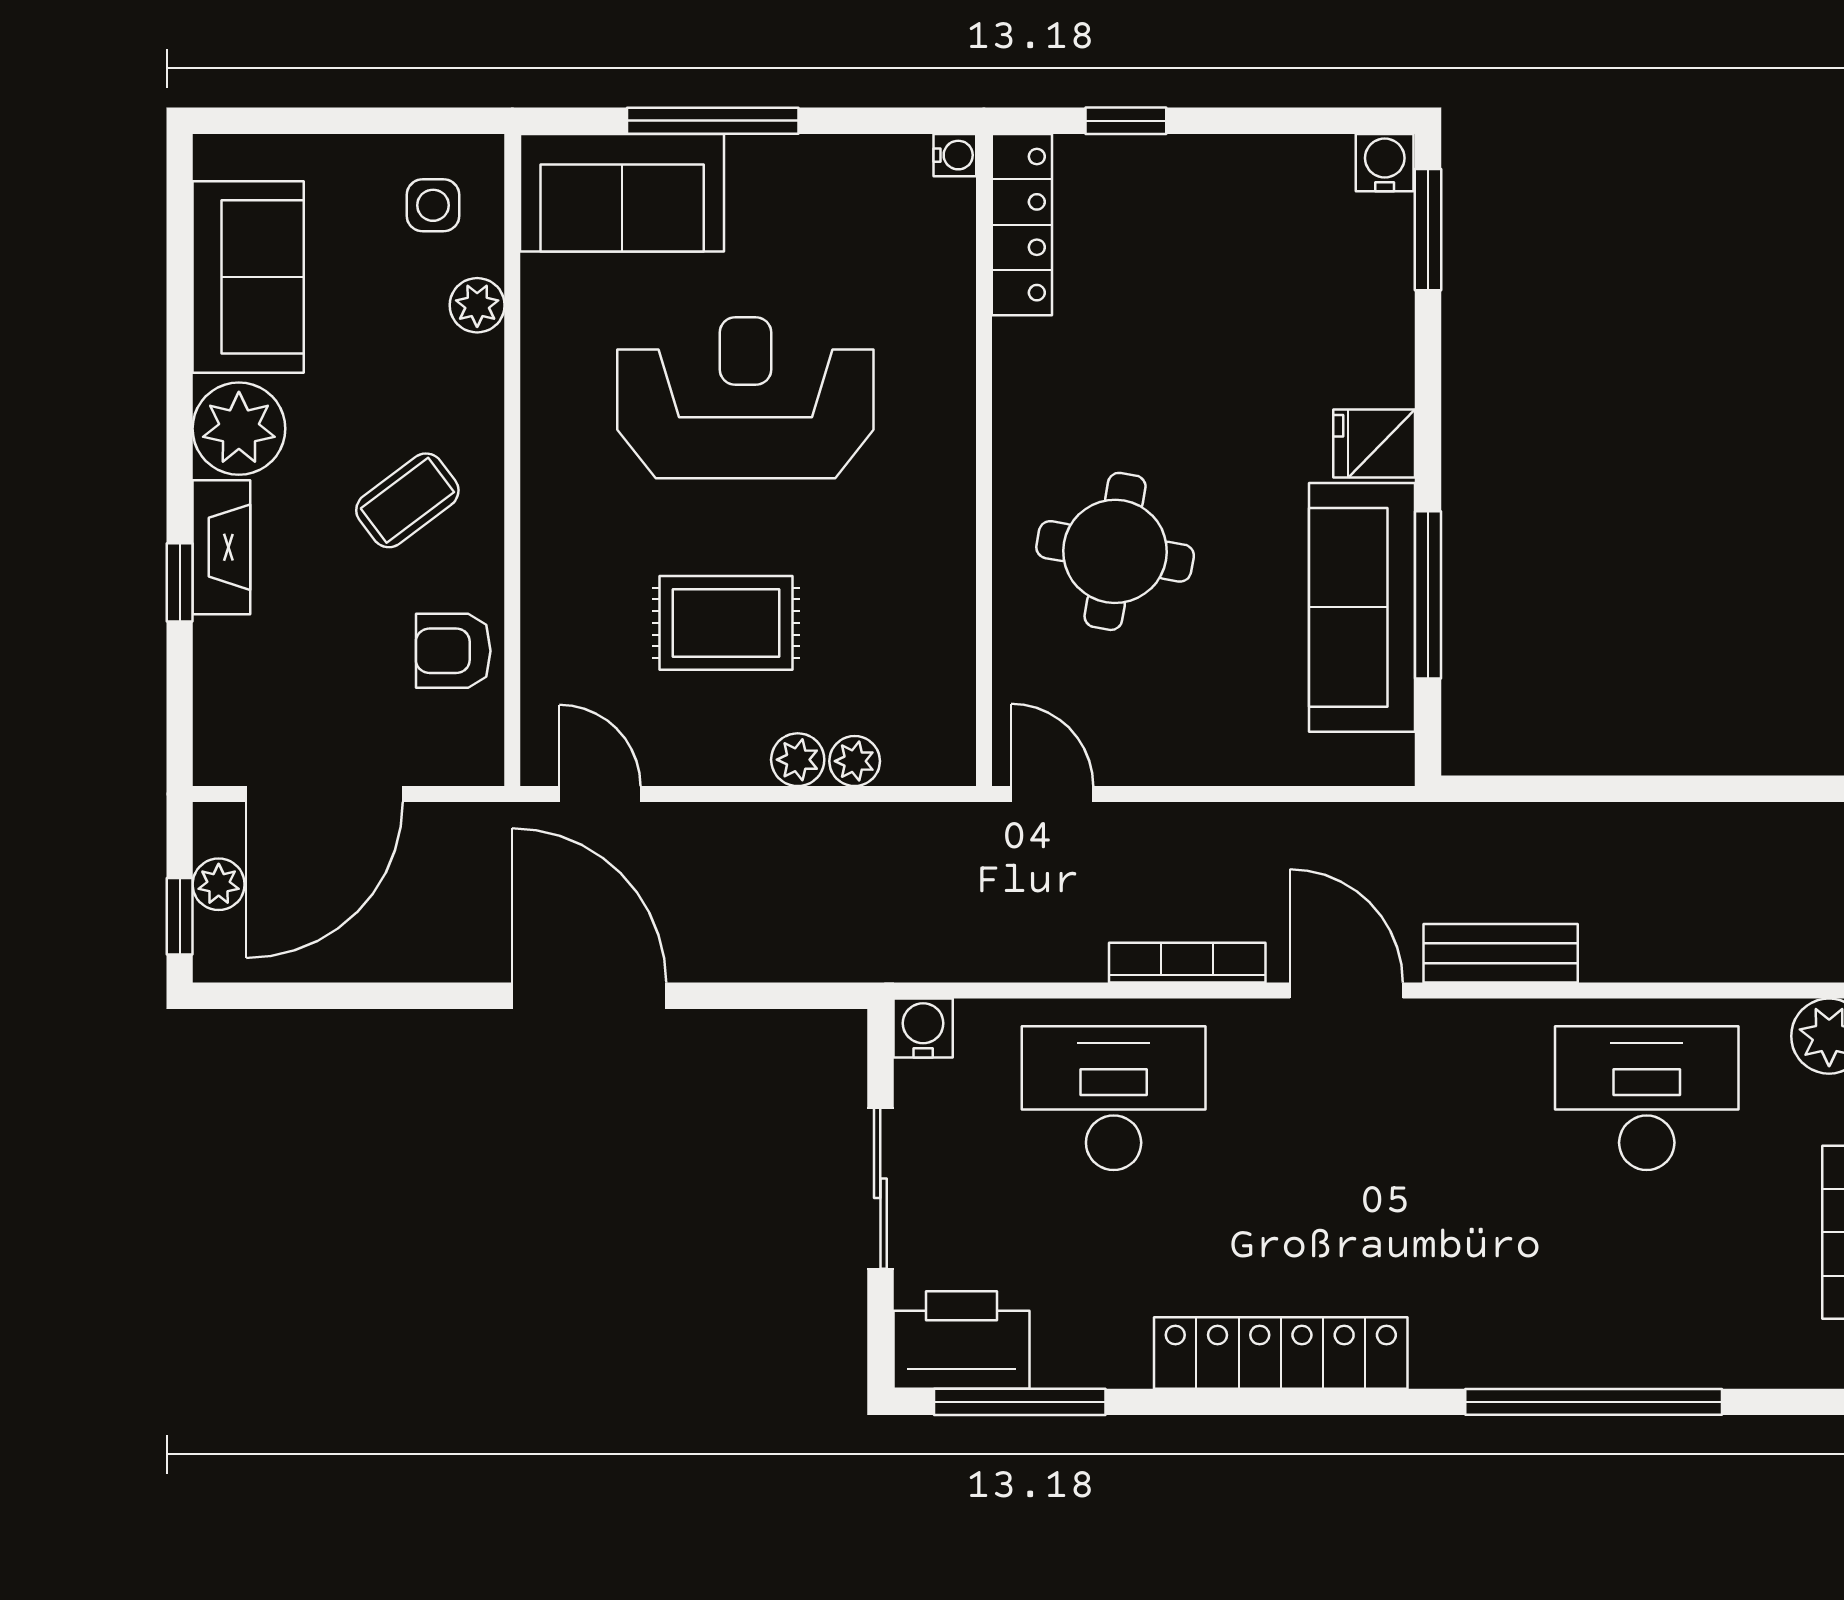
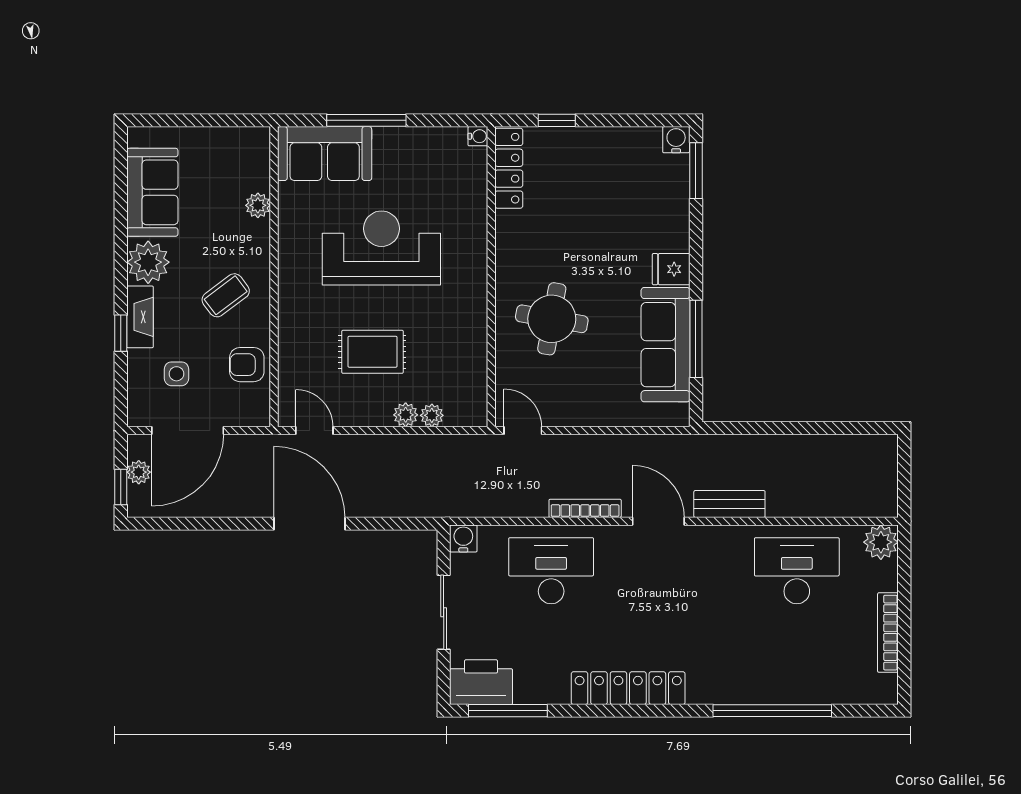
side table: (433, 205) -> (177, 374), moved

